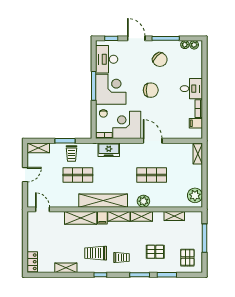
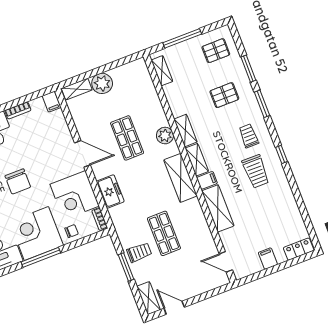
chair: (151, 90) -> (18, 181), turned 180
filing cabinet: (196, 123) -> (51, 102), moved
door: (153, 141) -> (82, 154), swing flipped
freezer: (109, 150) -> (110, 191), moved
door: (25, 175) -> (174, 308), moved
plant: (195, 195) -> (102, 83), moved
shelving: (103, 201) -> (180, 178), width x0.68
door: (43, 209) -> (226, 262), hinge flipped
shelving: (174, 216) -> (162, 71), moved
filing cabinet: (34, 239) -> (268, 259), added
pallet: (155, 252) -> (224, 95), turned 90
shelving: (66, 268) -> (290, 203), removed

